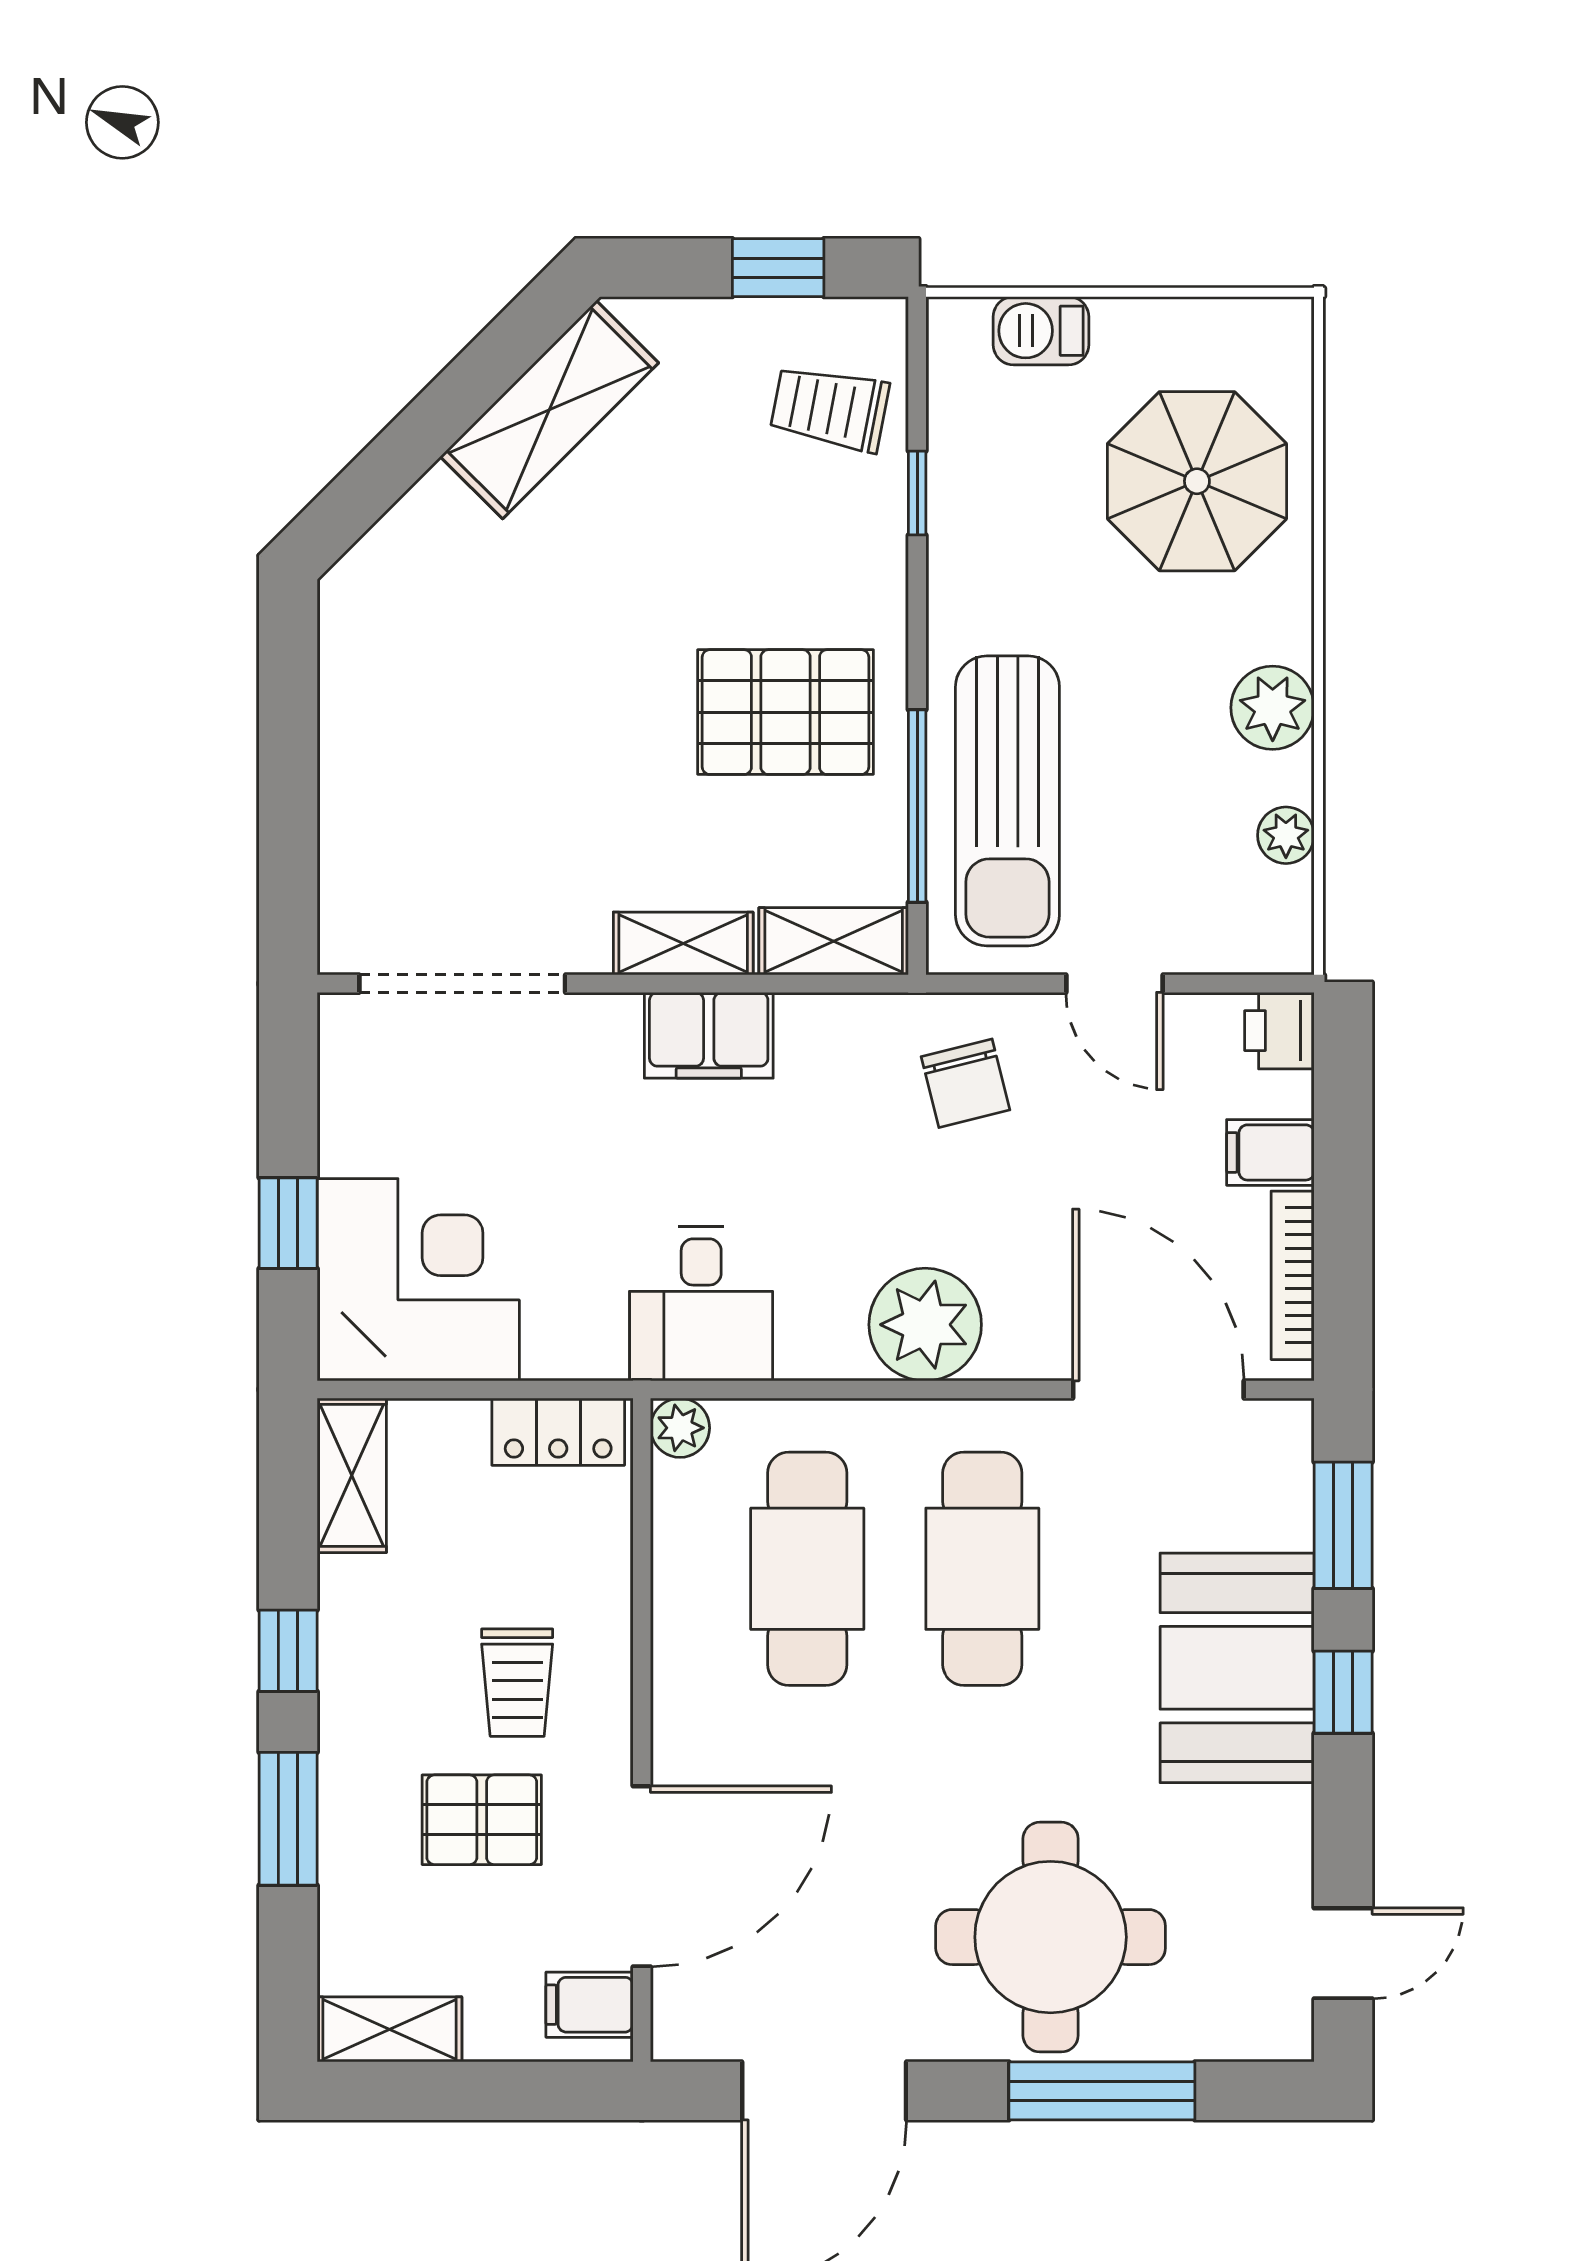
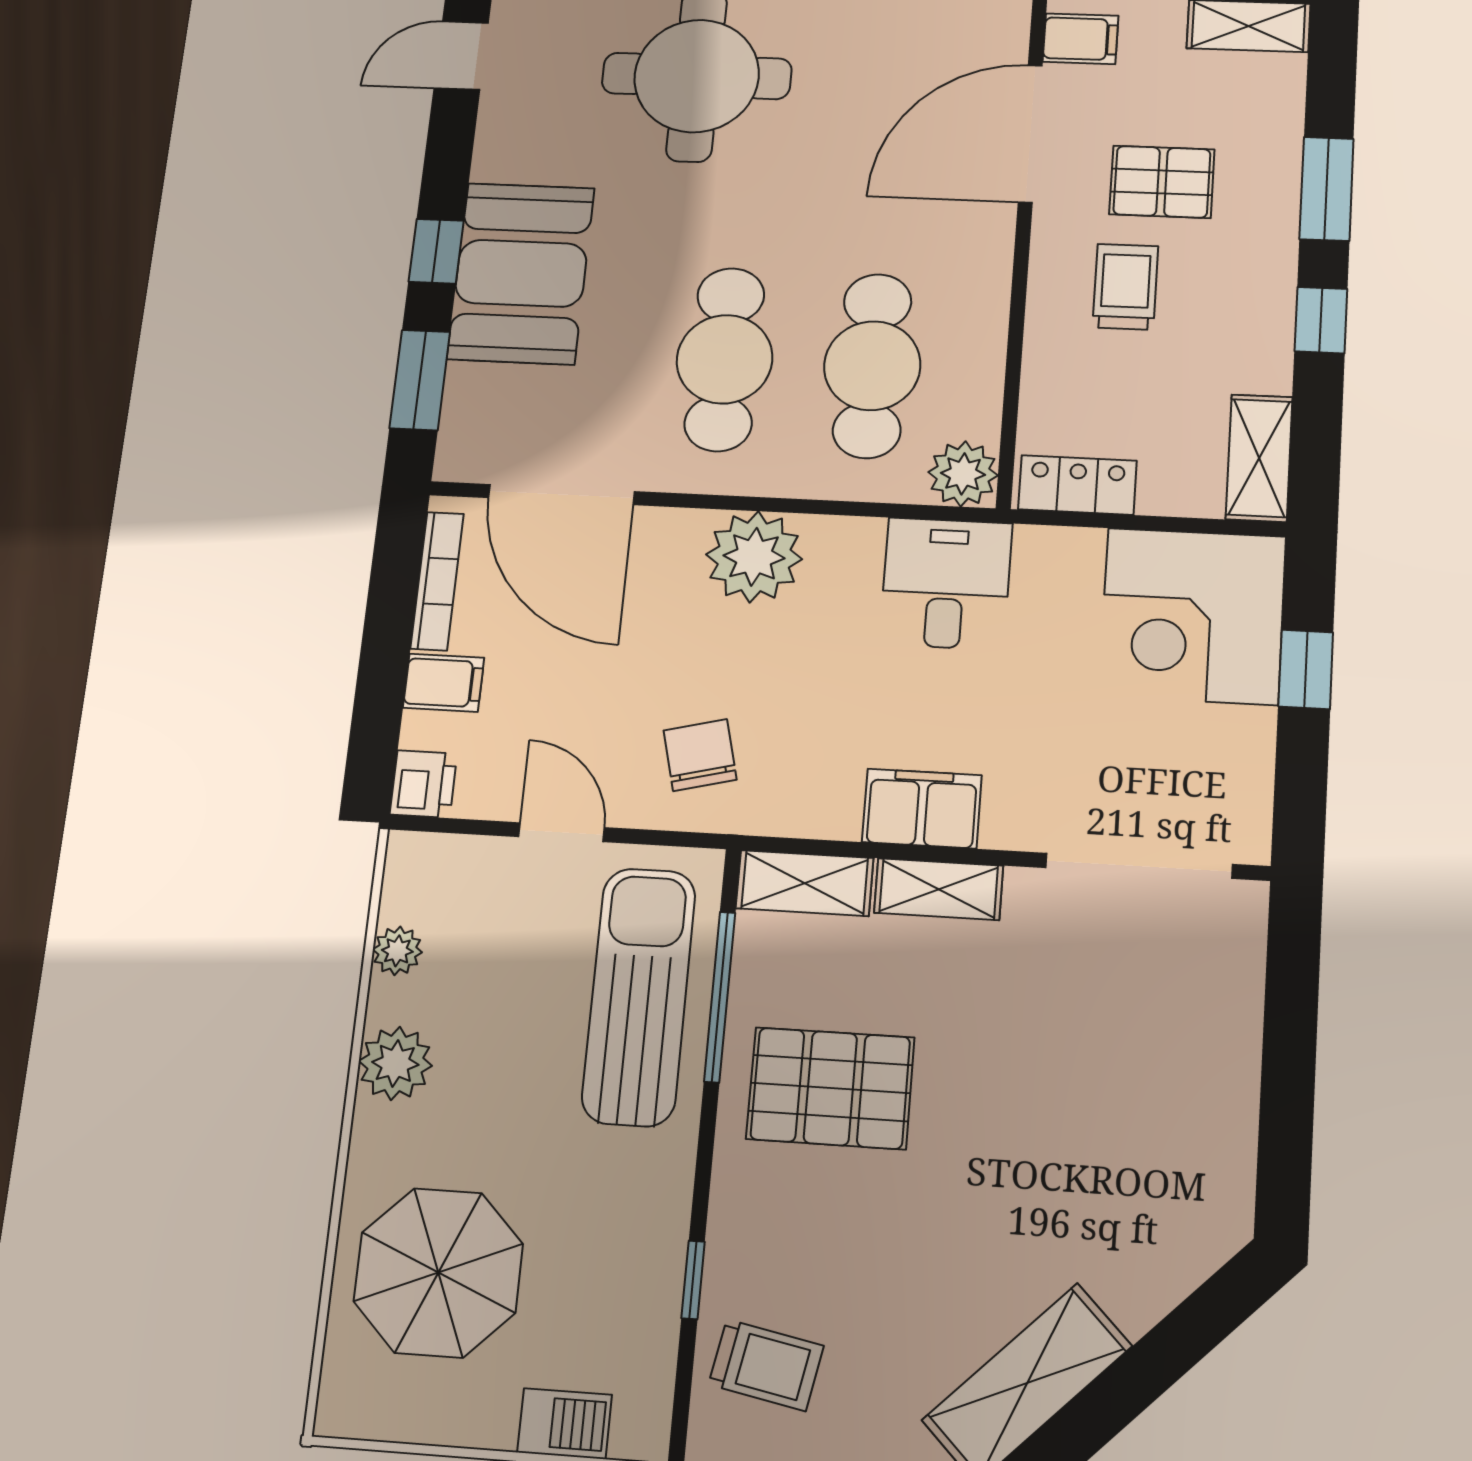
plant: (680, 1428) -> (963, 474), width x1.38, depth x1.38

